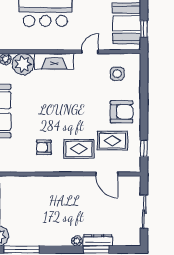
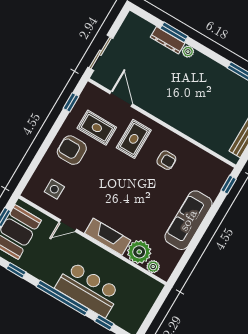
rug: (79, 149) -> (134, 139), turned 90
sliding door: (144, 212) -> (100, 53), moved

